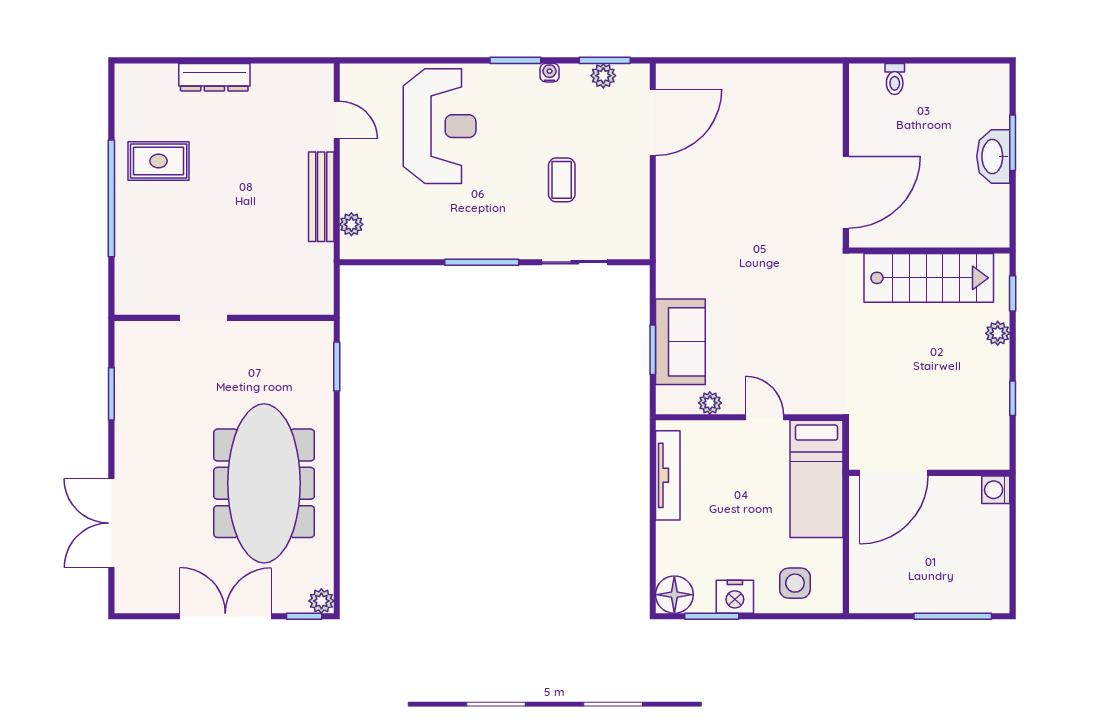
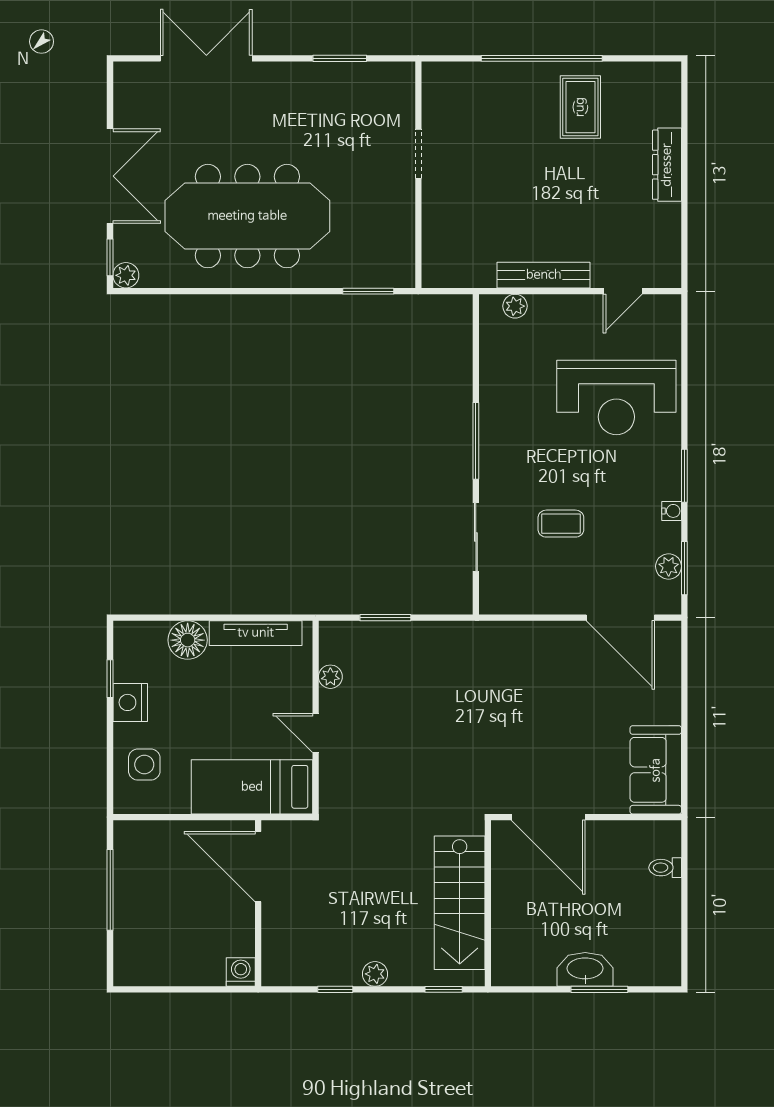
plant: (998, 333) -> (375, 974), moved
sofa: (680, 342) -> (656, 770), moved, turned 90
door: (764, 417) -> (316, 733), swing flipped
floor lamp: (674, 595) -> (188, 640), moved
window: (712, 616) -> (110, 679), width x0.67
window: (953, 616) -> (110, 890), moved

